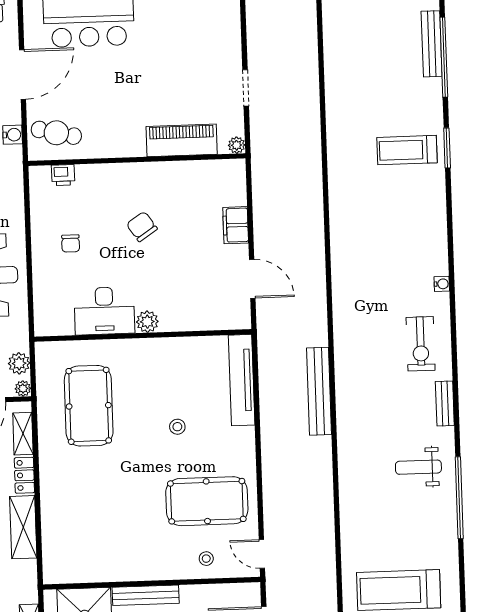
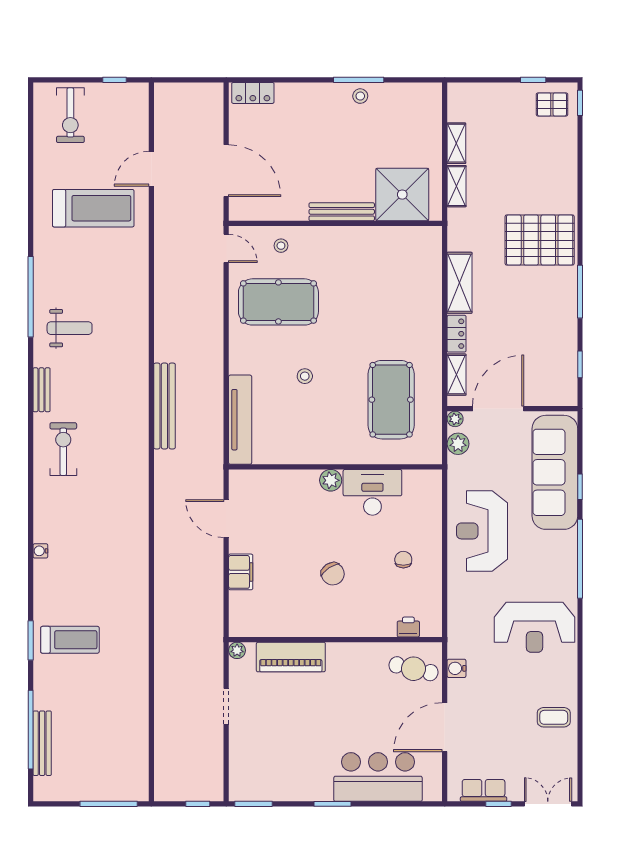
water cooler: (442, 284) -> (40, 551), moved

